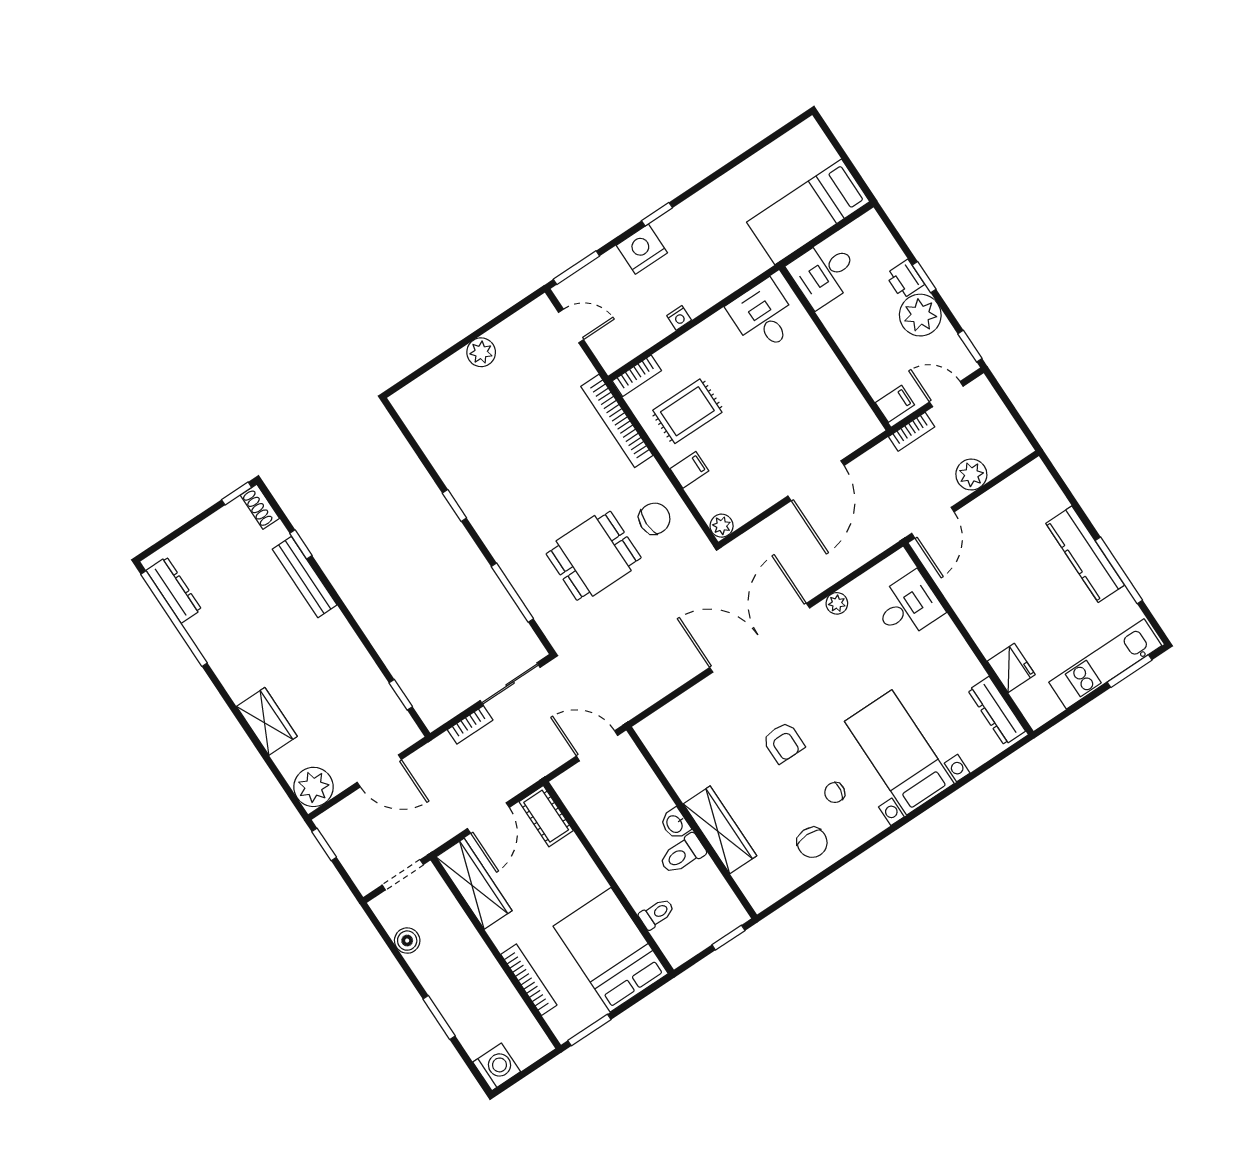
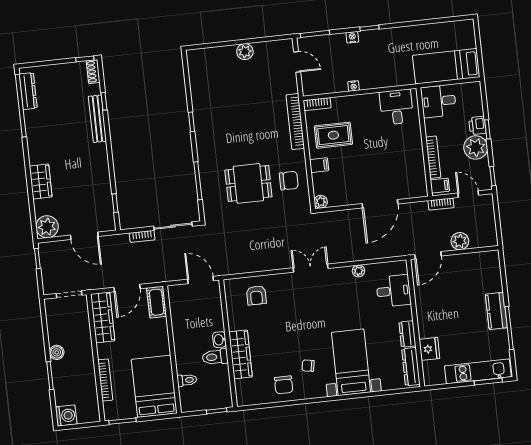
nightstand: (642, 249) -> (352, 37), width x0.53, depth x0.56
bookcase: (861, 365) -> (433, 157), added
kitchen counter: (1085, 554) -> (496, 311), width x0.67
double door: (760, 638) -> (311, 268), width x0.54
dresser: (965, 662) -> (407, 334), added
armchair: (783, 743) -> (256, 295), moved
boiler: (407, 941) -> (57, 352), moved

